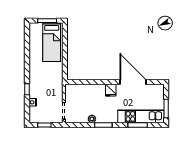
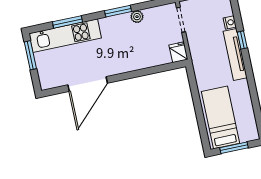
tv unit: (34, 81) -> (235, 54), added
door: (133, 82) -> (88, 84), hinge flipped
fridge: (111, 90) -> (178, 52), moved

